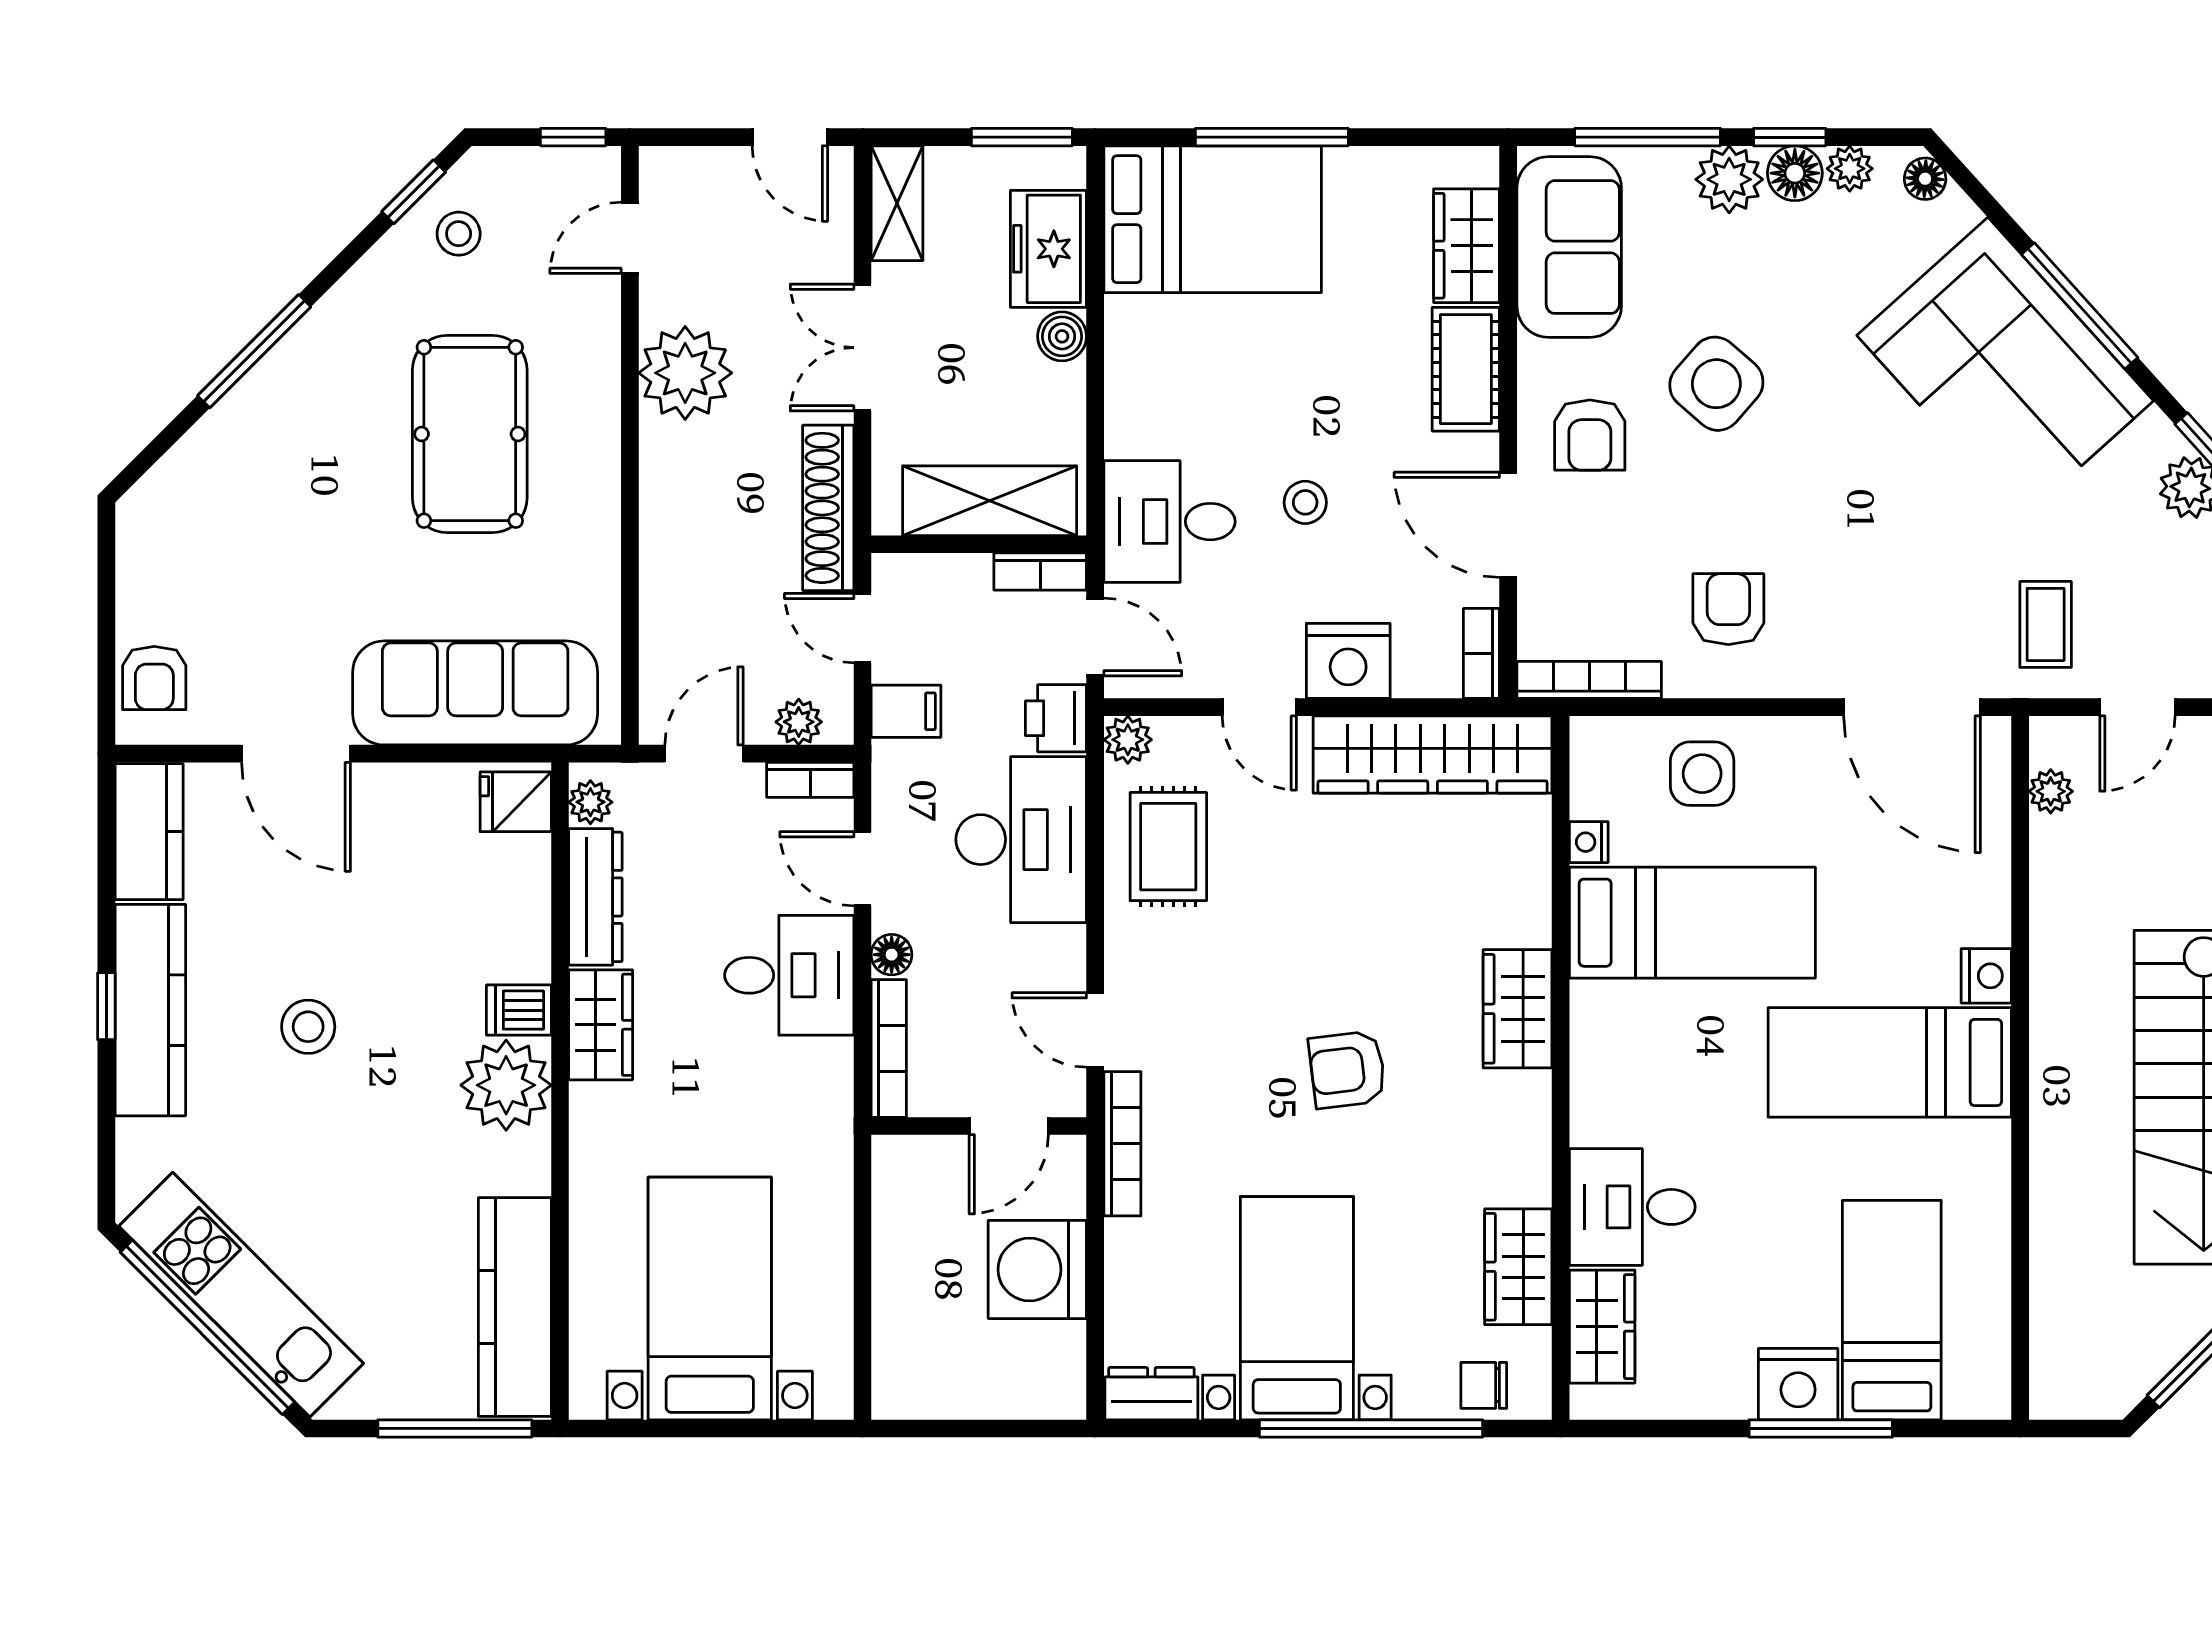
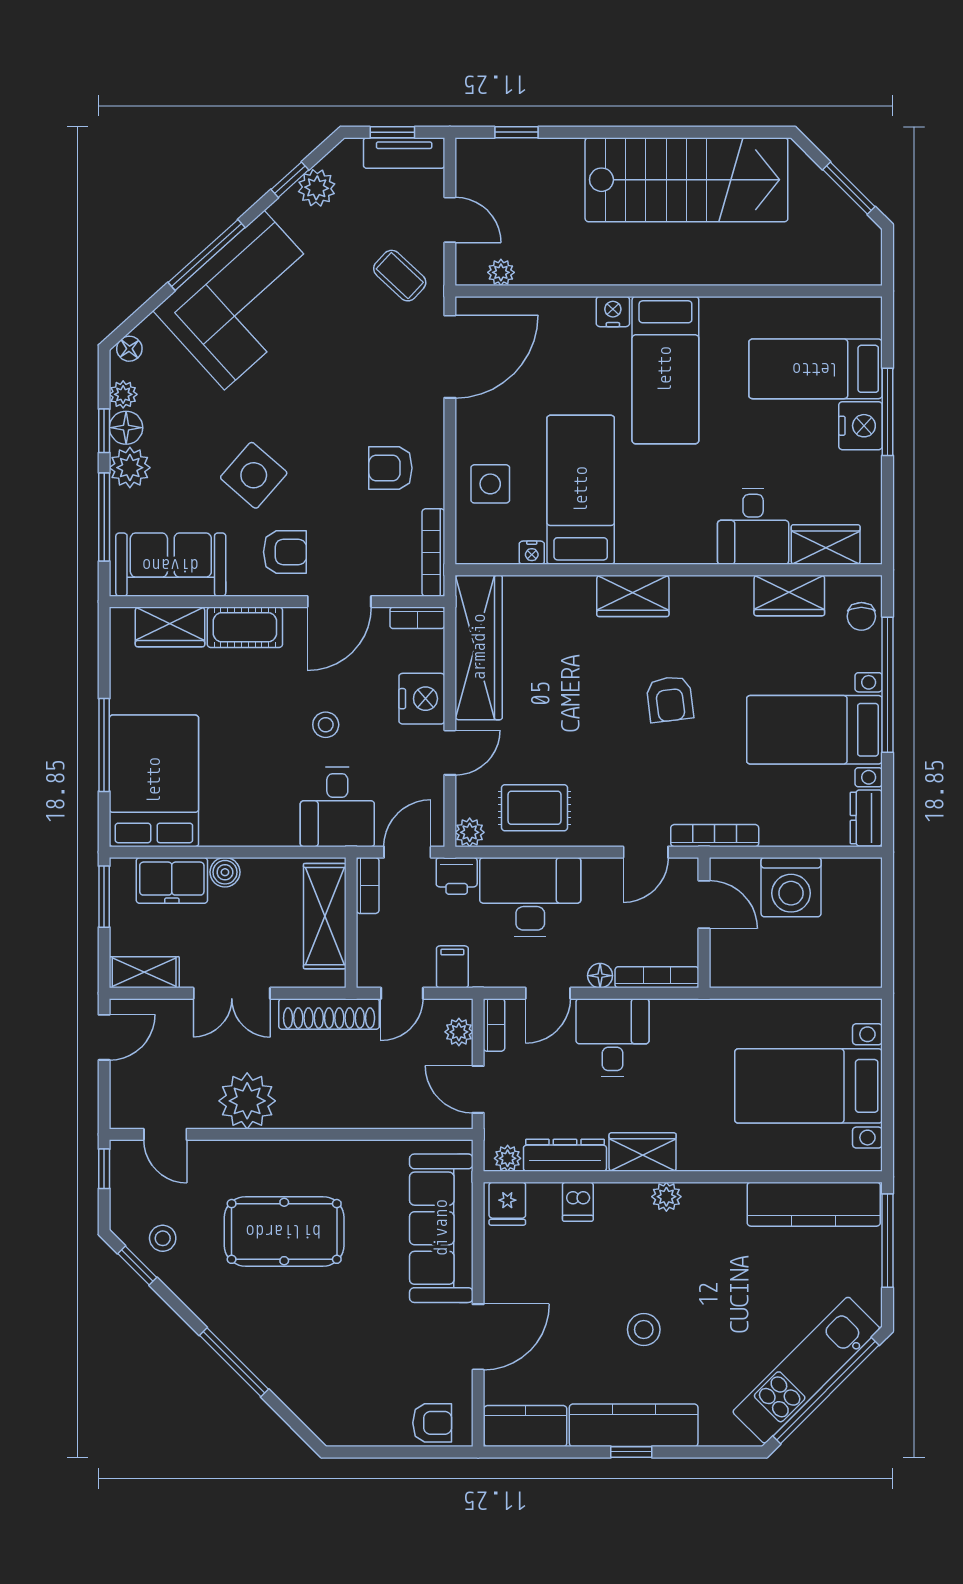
coffee table: (2046, 624) -> (400, 276), turned 43
dishwasher: (519, 1010) -> (578, 1202), moved
plant: (506, 1085) -> (666, 1197), width x0.53, depth x0.53

